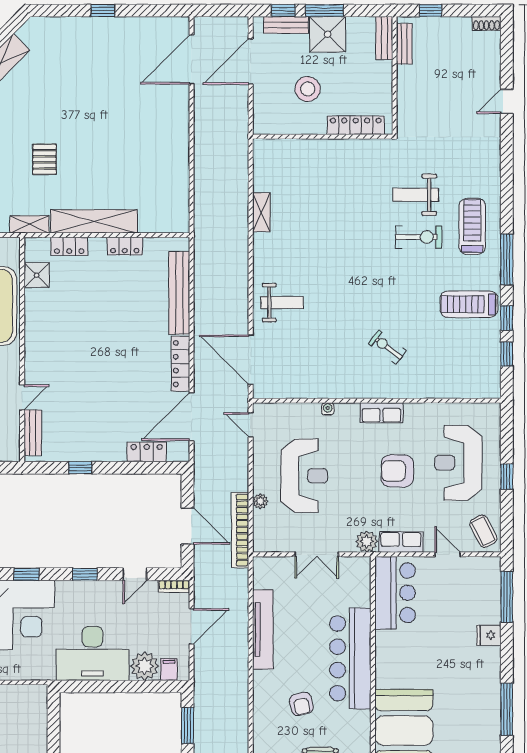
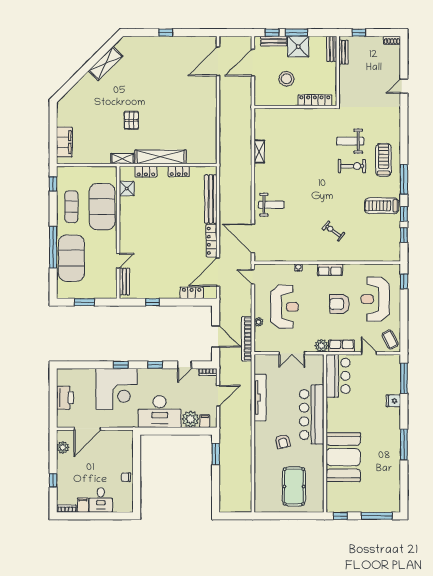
window: (507, 477) -> (404, 281), moved

